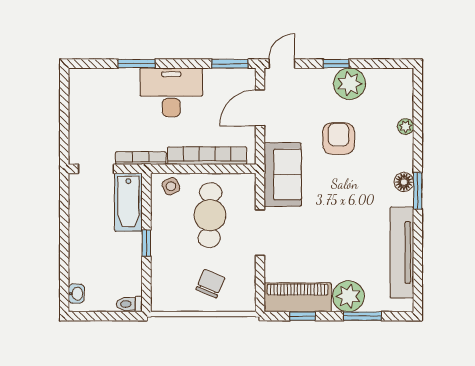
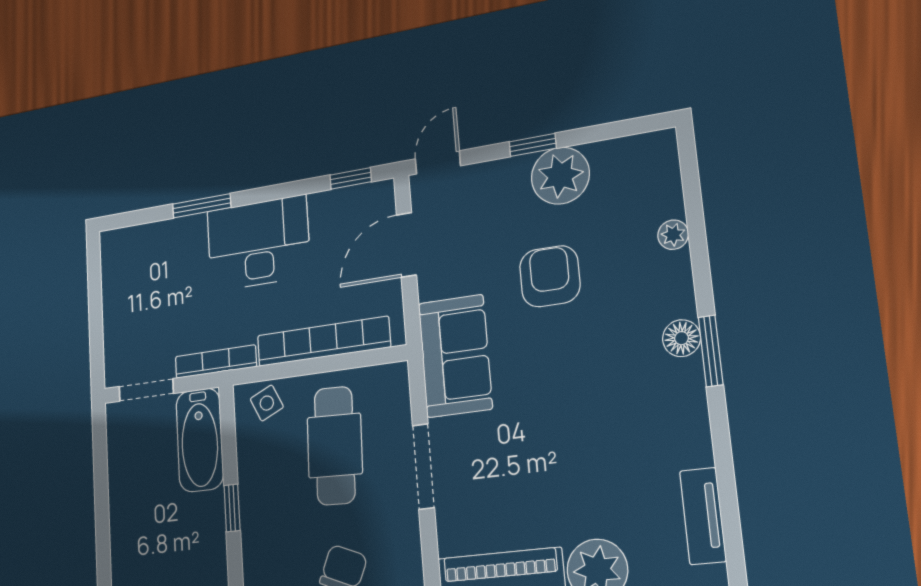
window: (230, 64) -> (351, 178), width x0.67
tv unit: (402, 252) -> (703, 516), width x0.52, depth x0.78

